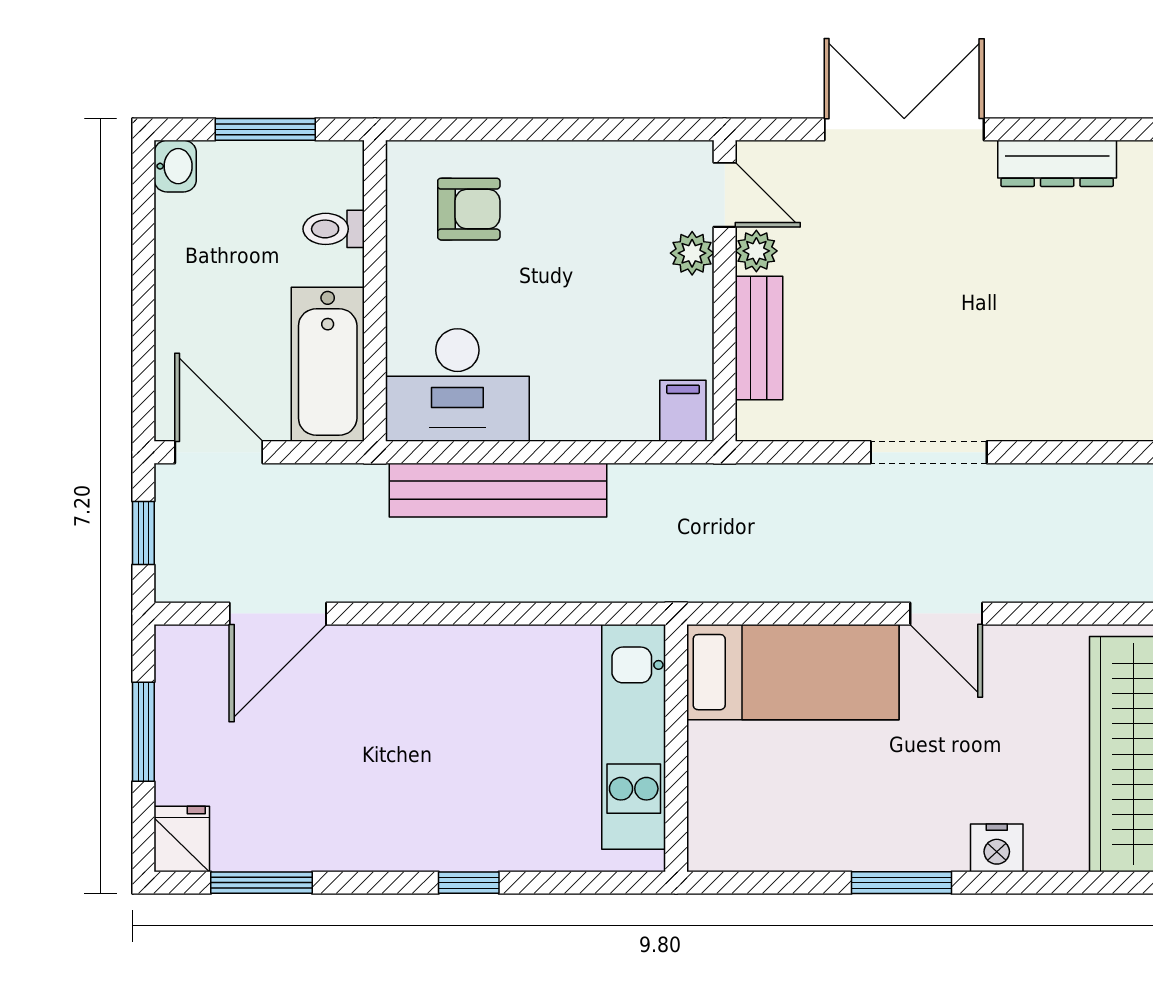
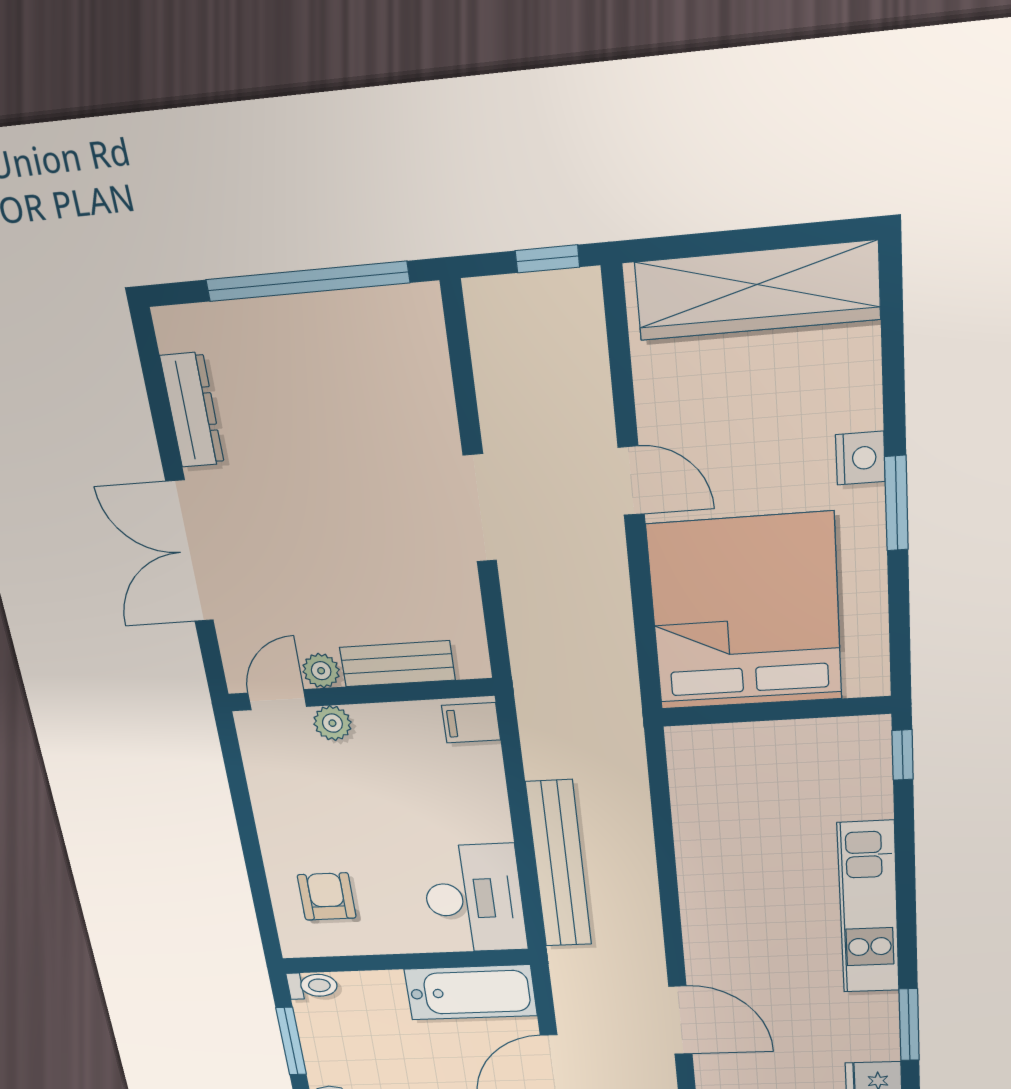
toilet: (334, 229) -> (313, 986), moved, turned -90
door: (946, 614) -> (631, 481), hinge flipped
bed: (793, 672) -> (745, 613), width x2.04
kitchen unit: (634, 737) -> (868, 908), moved, turned 90
nightstand: (997, 848) -> (860, 458), moved
window: (469, 883) -> (903, 755), moved

